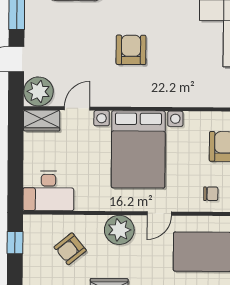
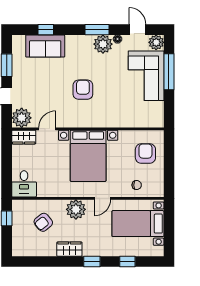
desk: (48, 191) -> (24, 184), width x0.73

